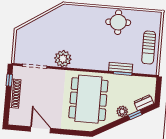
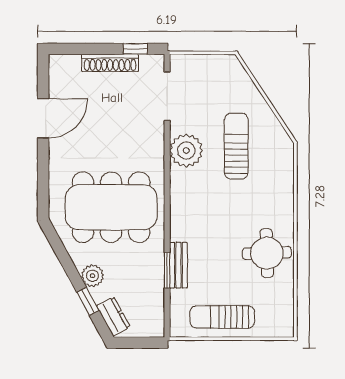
sun lounger: (63, 33) -> (236, 146), added

